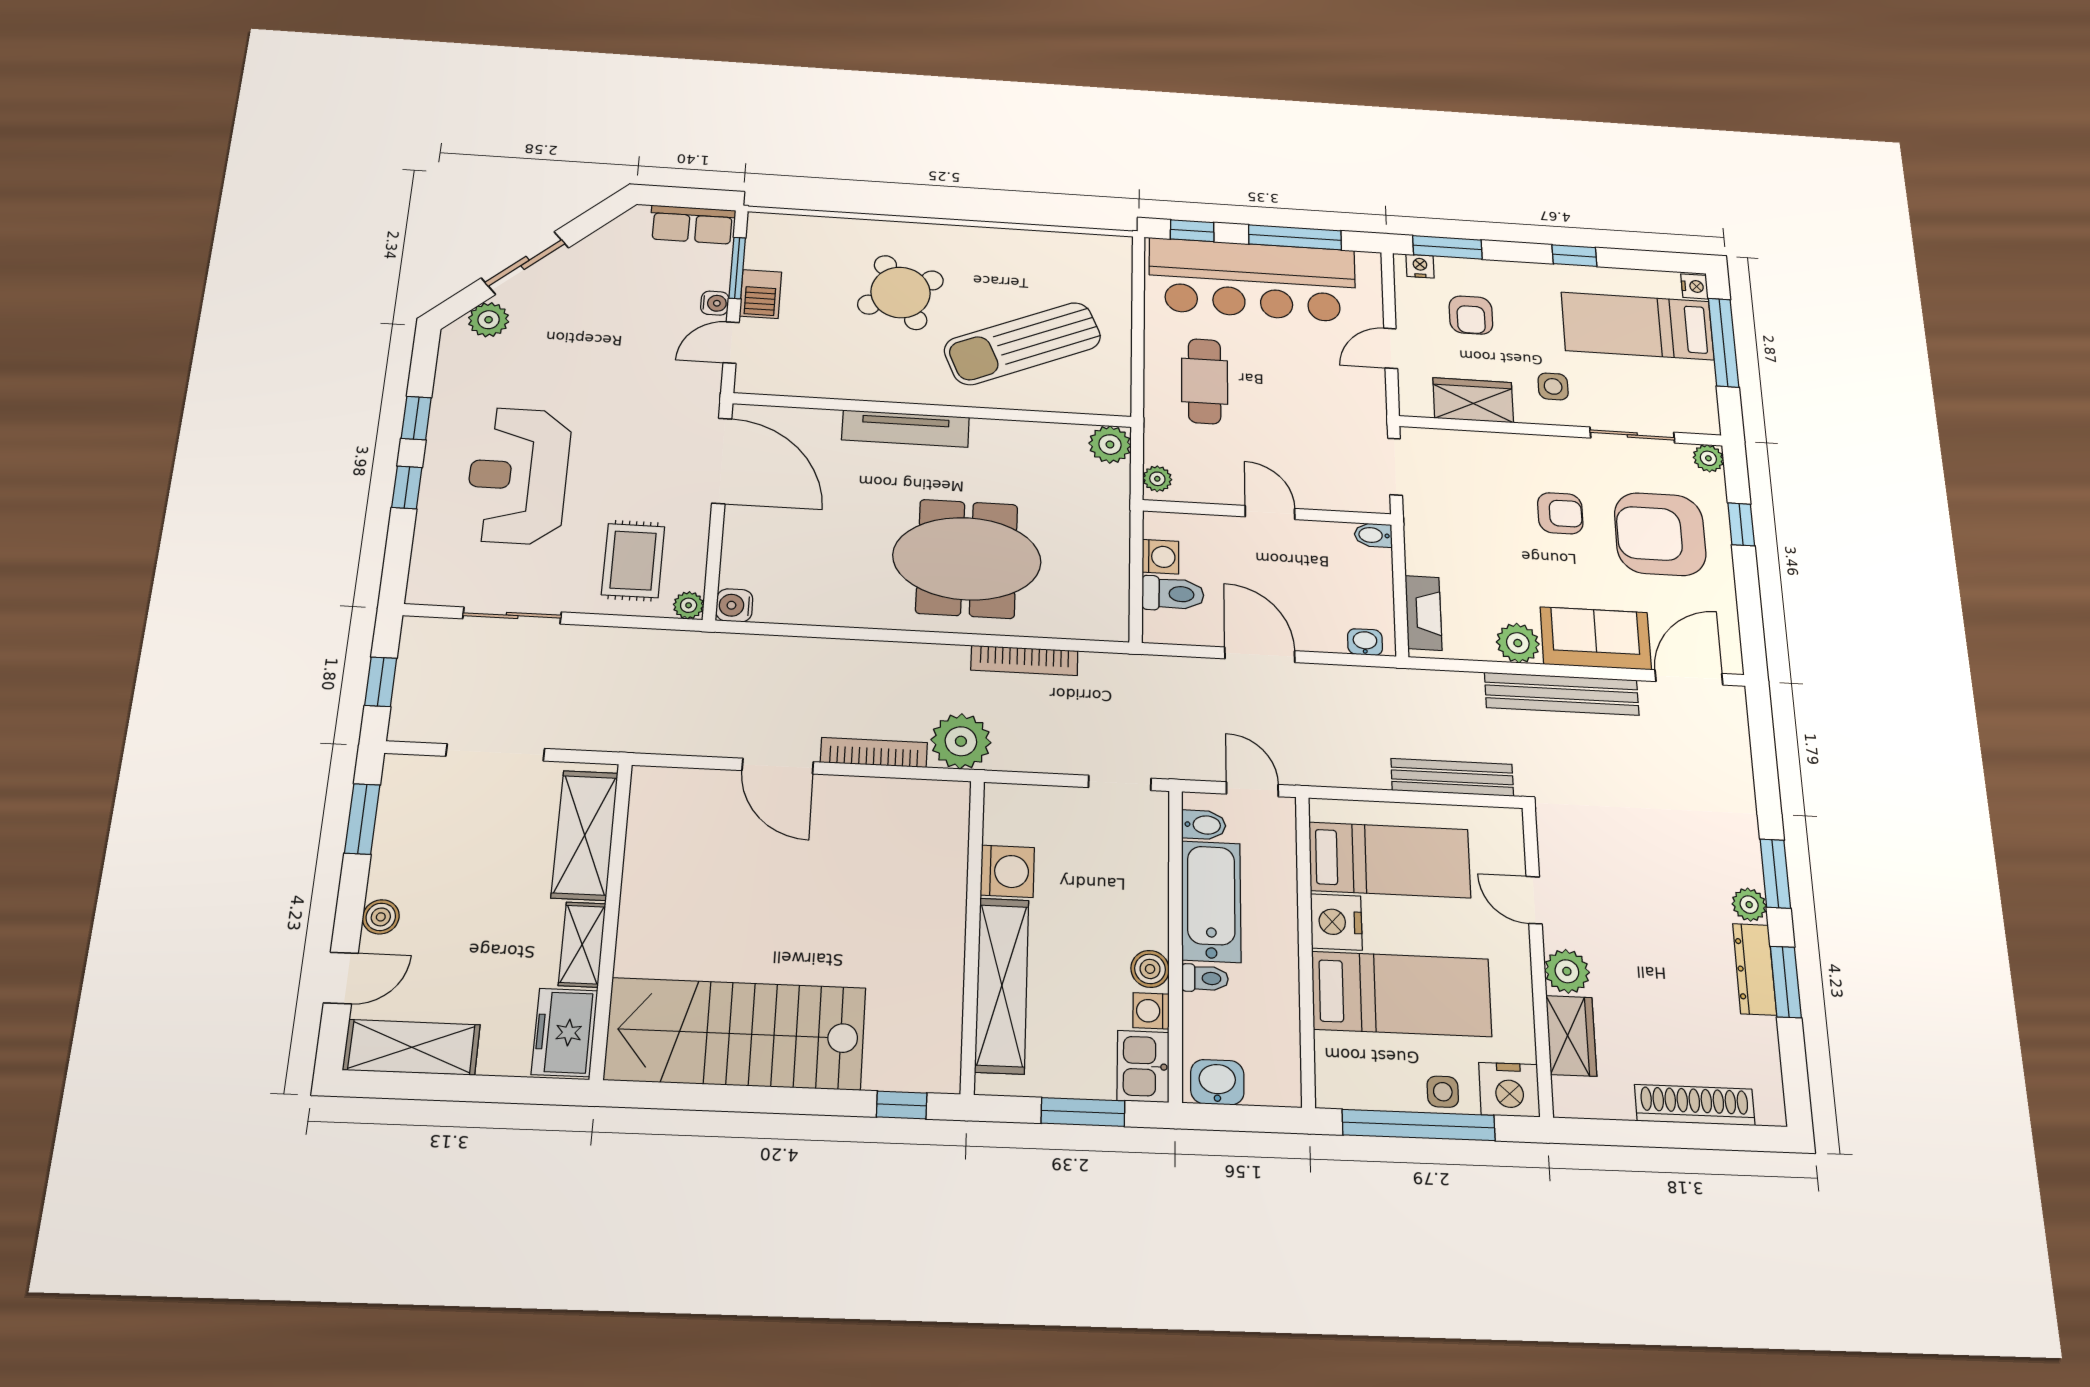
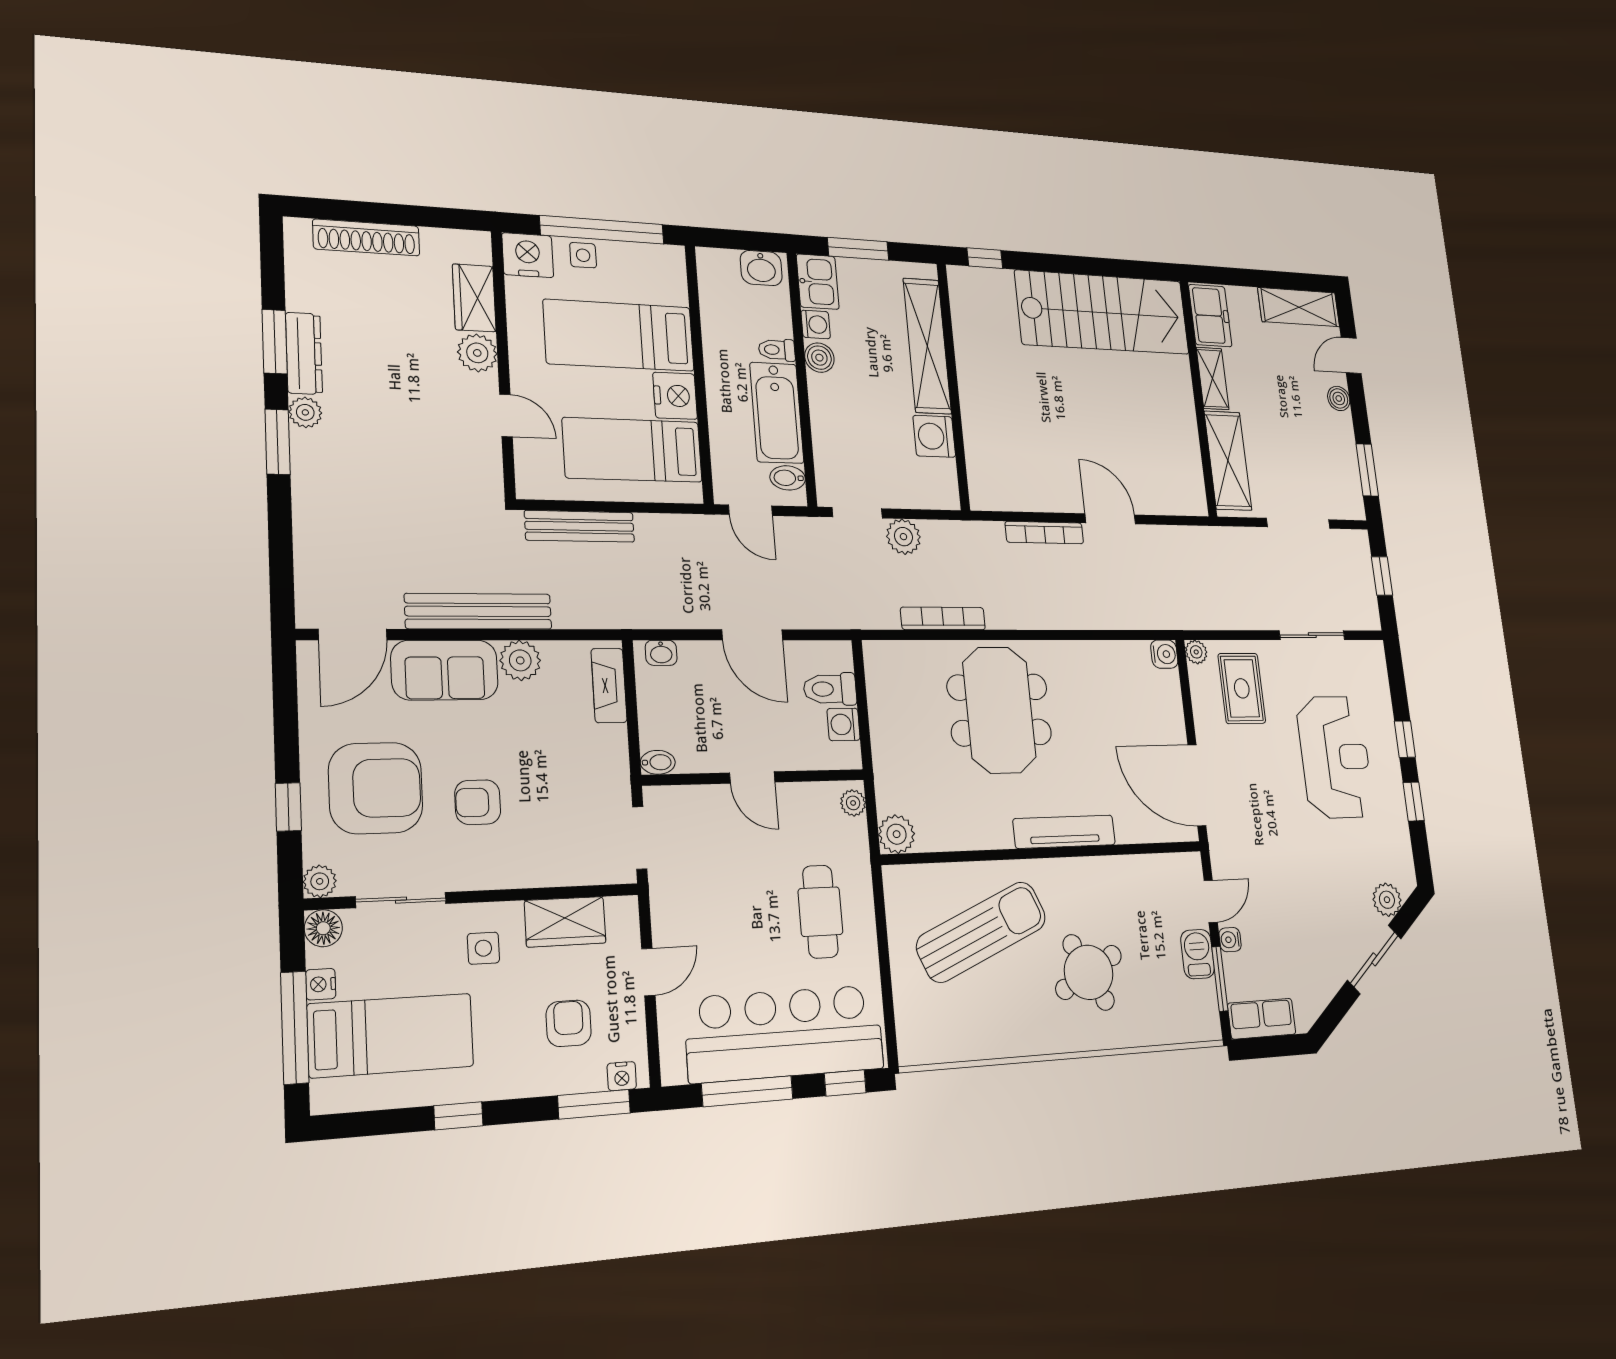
nightstand: (1695, 286) -> (321, 984), moved
floor lamp: (1703, 419) -> (323, 928), added
meeting table: (967, 559) -> (999, 710), turned 90
plant: (961, 741) -> (903, 537), moved, width x0.73, depth x0.73

